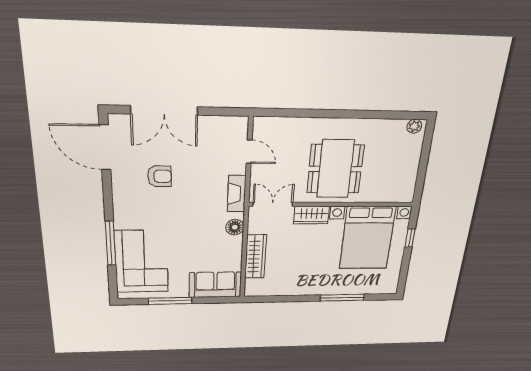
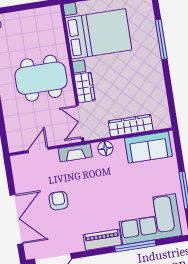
armchair: (159, 176) -> (59, 201), moved
piano: (123, 209) -> (102, 240), added
sofa: (215, 285) -> (148, 147), moved, turned -90

